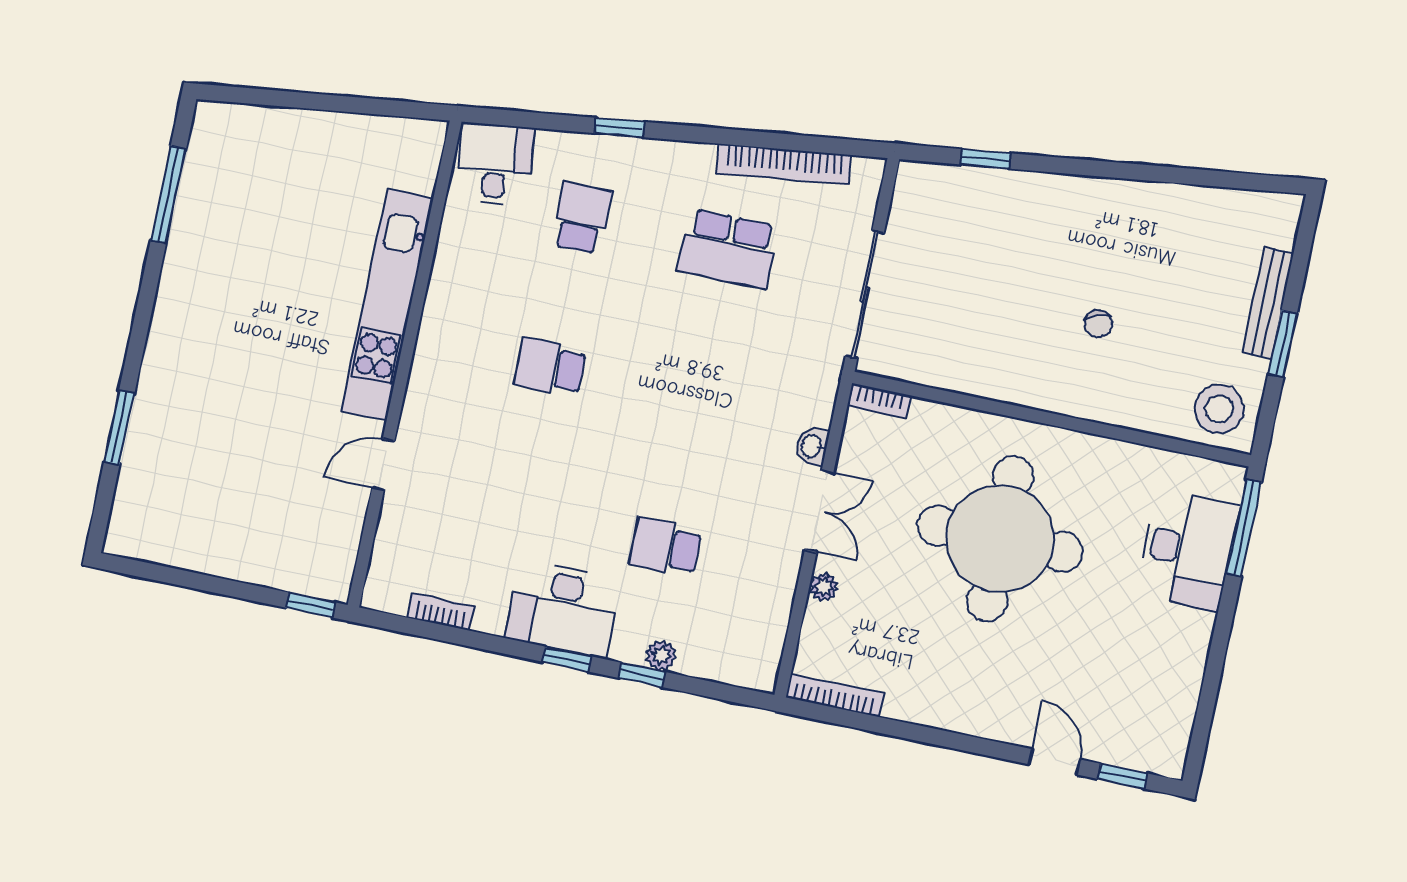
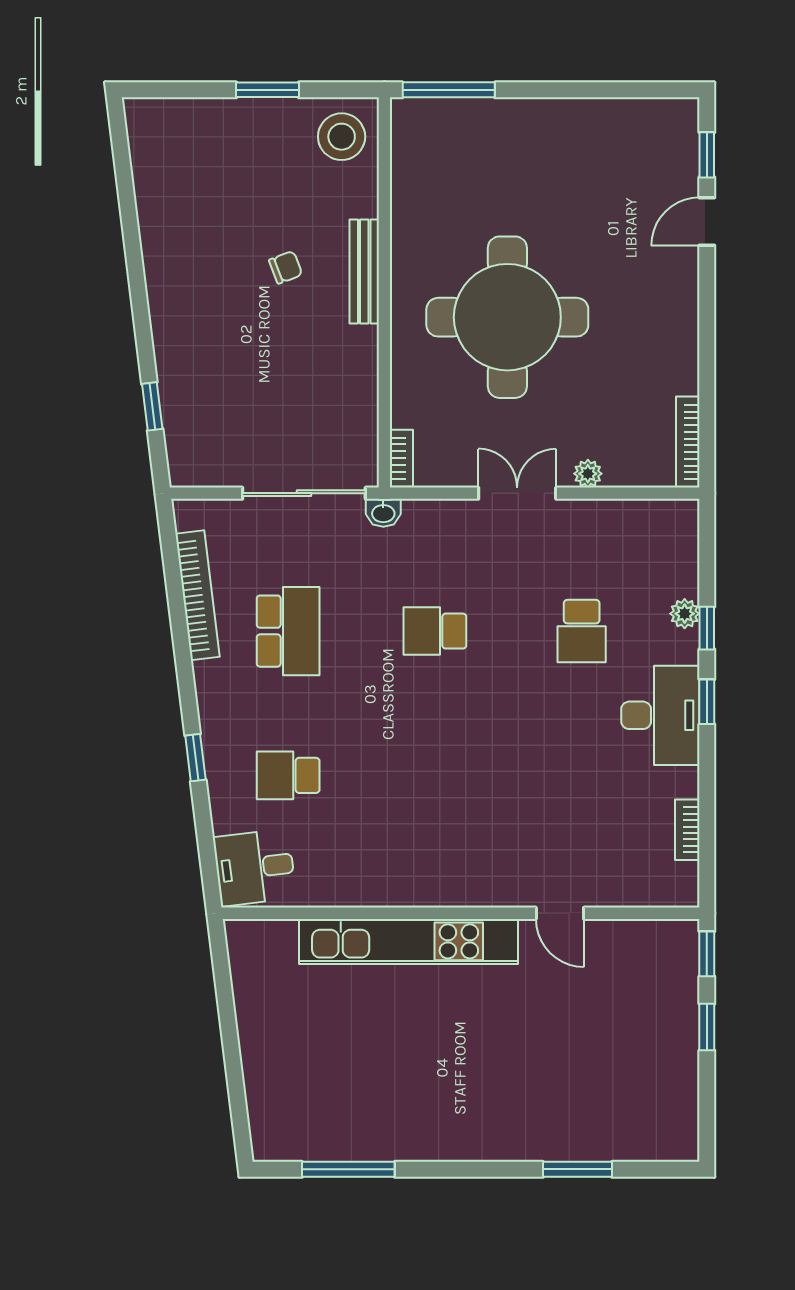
bench: (1268, 303) -> (364, 271), moved, turned 90
school desk: (550, 367) -> (435, 631), moved, turned 90
washbasin: (812, 446) -> (383, 513), moved
desk: (1188, 550) -> (481, 138), removed
window: (236, 589) -> (707, 1027), added

